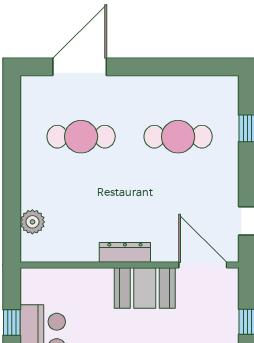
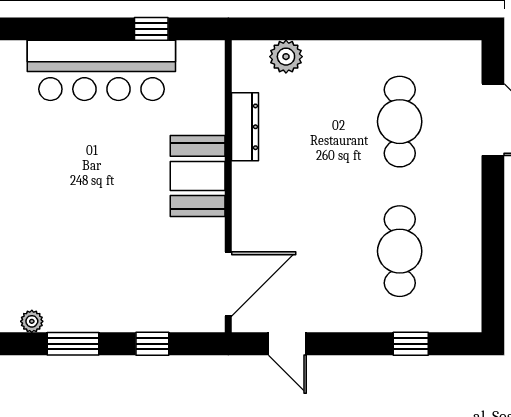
dresser: (125, 252) -> (245, 127), moved
booth: (145, 288) -> (198, 176), moved

